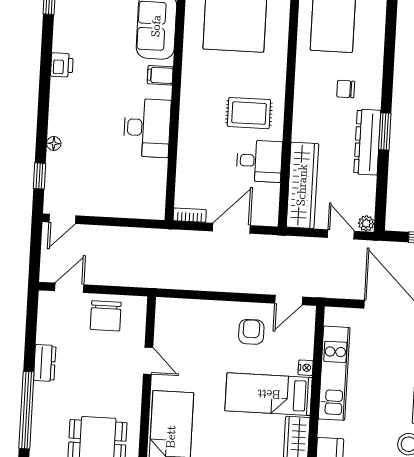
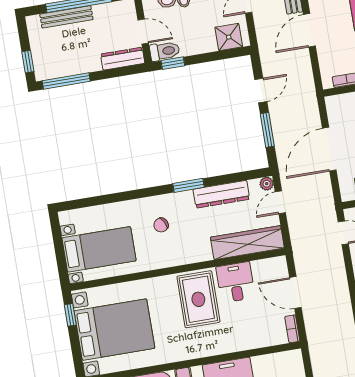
chair: (346, 89) -> (161, 225), turned 62
rug: (249, 113) -> (198, 299), width x1.36, depth x1.43
dresser: (367, 142) -> (221, 194), moved

